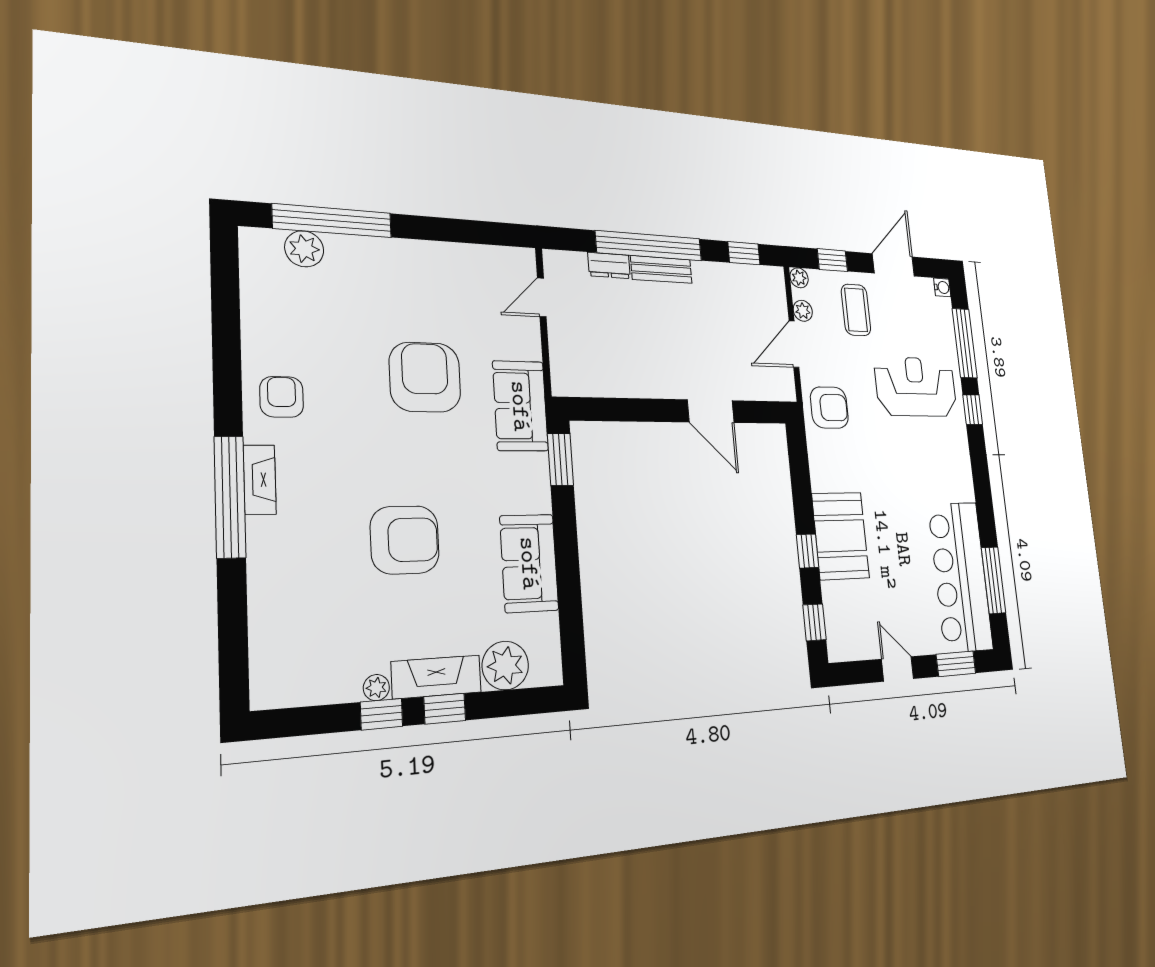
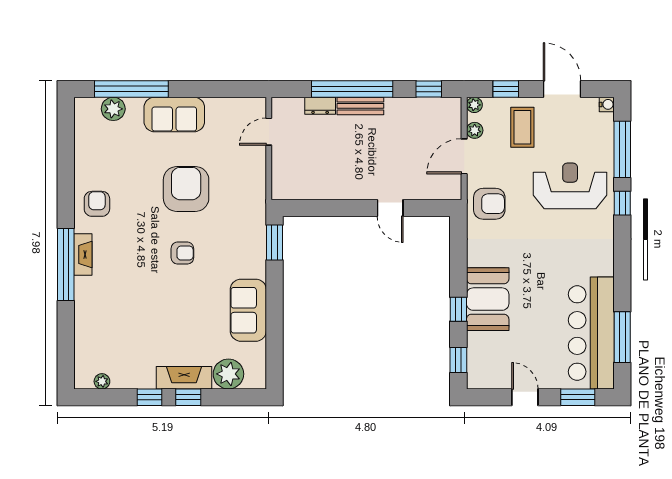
door: (893, 265) -> (562, 89), hinge flipped
sofa: (520, 406) -> (174, 114), moved, turned -90
door: (711, 411) -> (390, 208), width x0.73
armchair: (405, 540) -> (182, 253), moved, width x0.53, depth x0.53
plant: (376, 688) -> (102, 381), moved

